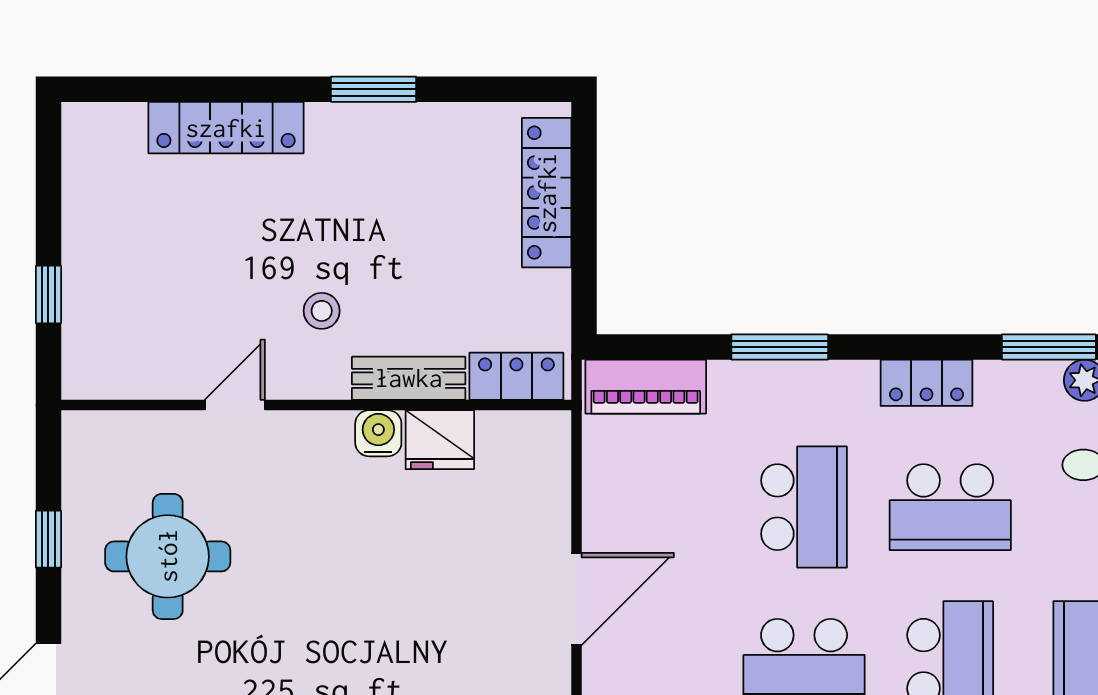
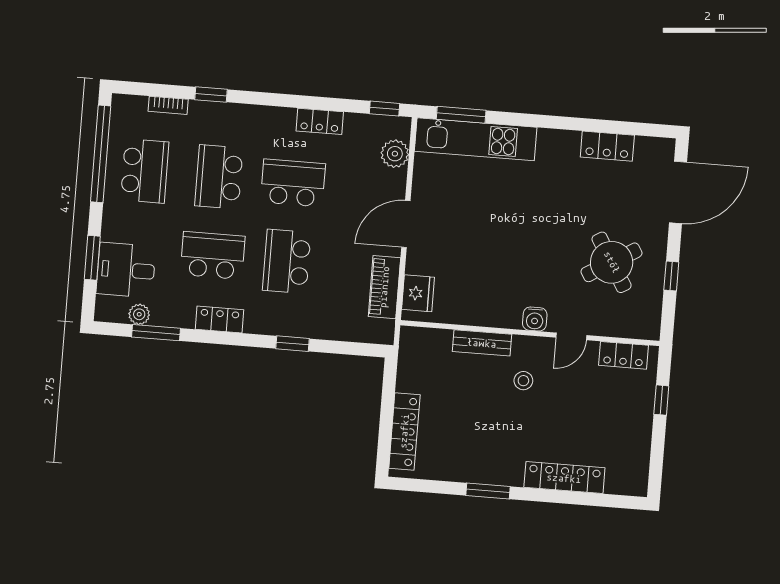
window: (780, 347) -> (293, 344), width x0.67
locker: (516, 376) -> (623, 355), moved
piano: (646, 387) -> (384, 287), moved, turned -90
water cooler: (378, 433) -> (535, 319), moved
fridge: (440, 440) -> (418, 293), moved, turned 90
round table: (168, 556) -> (612, 262), turned -31

